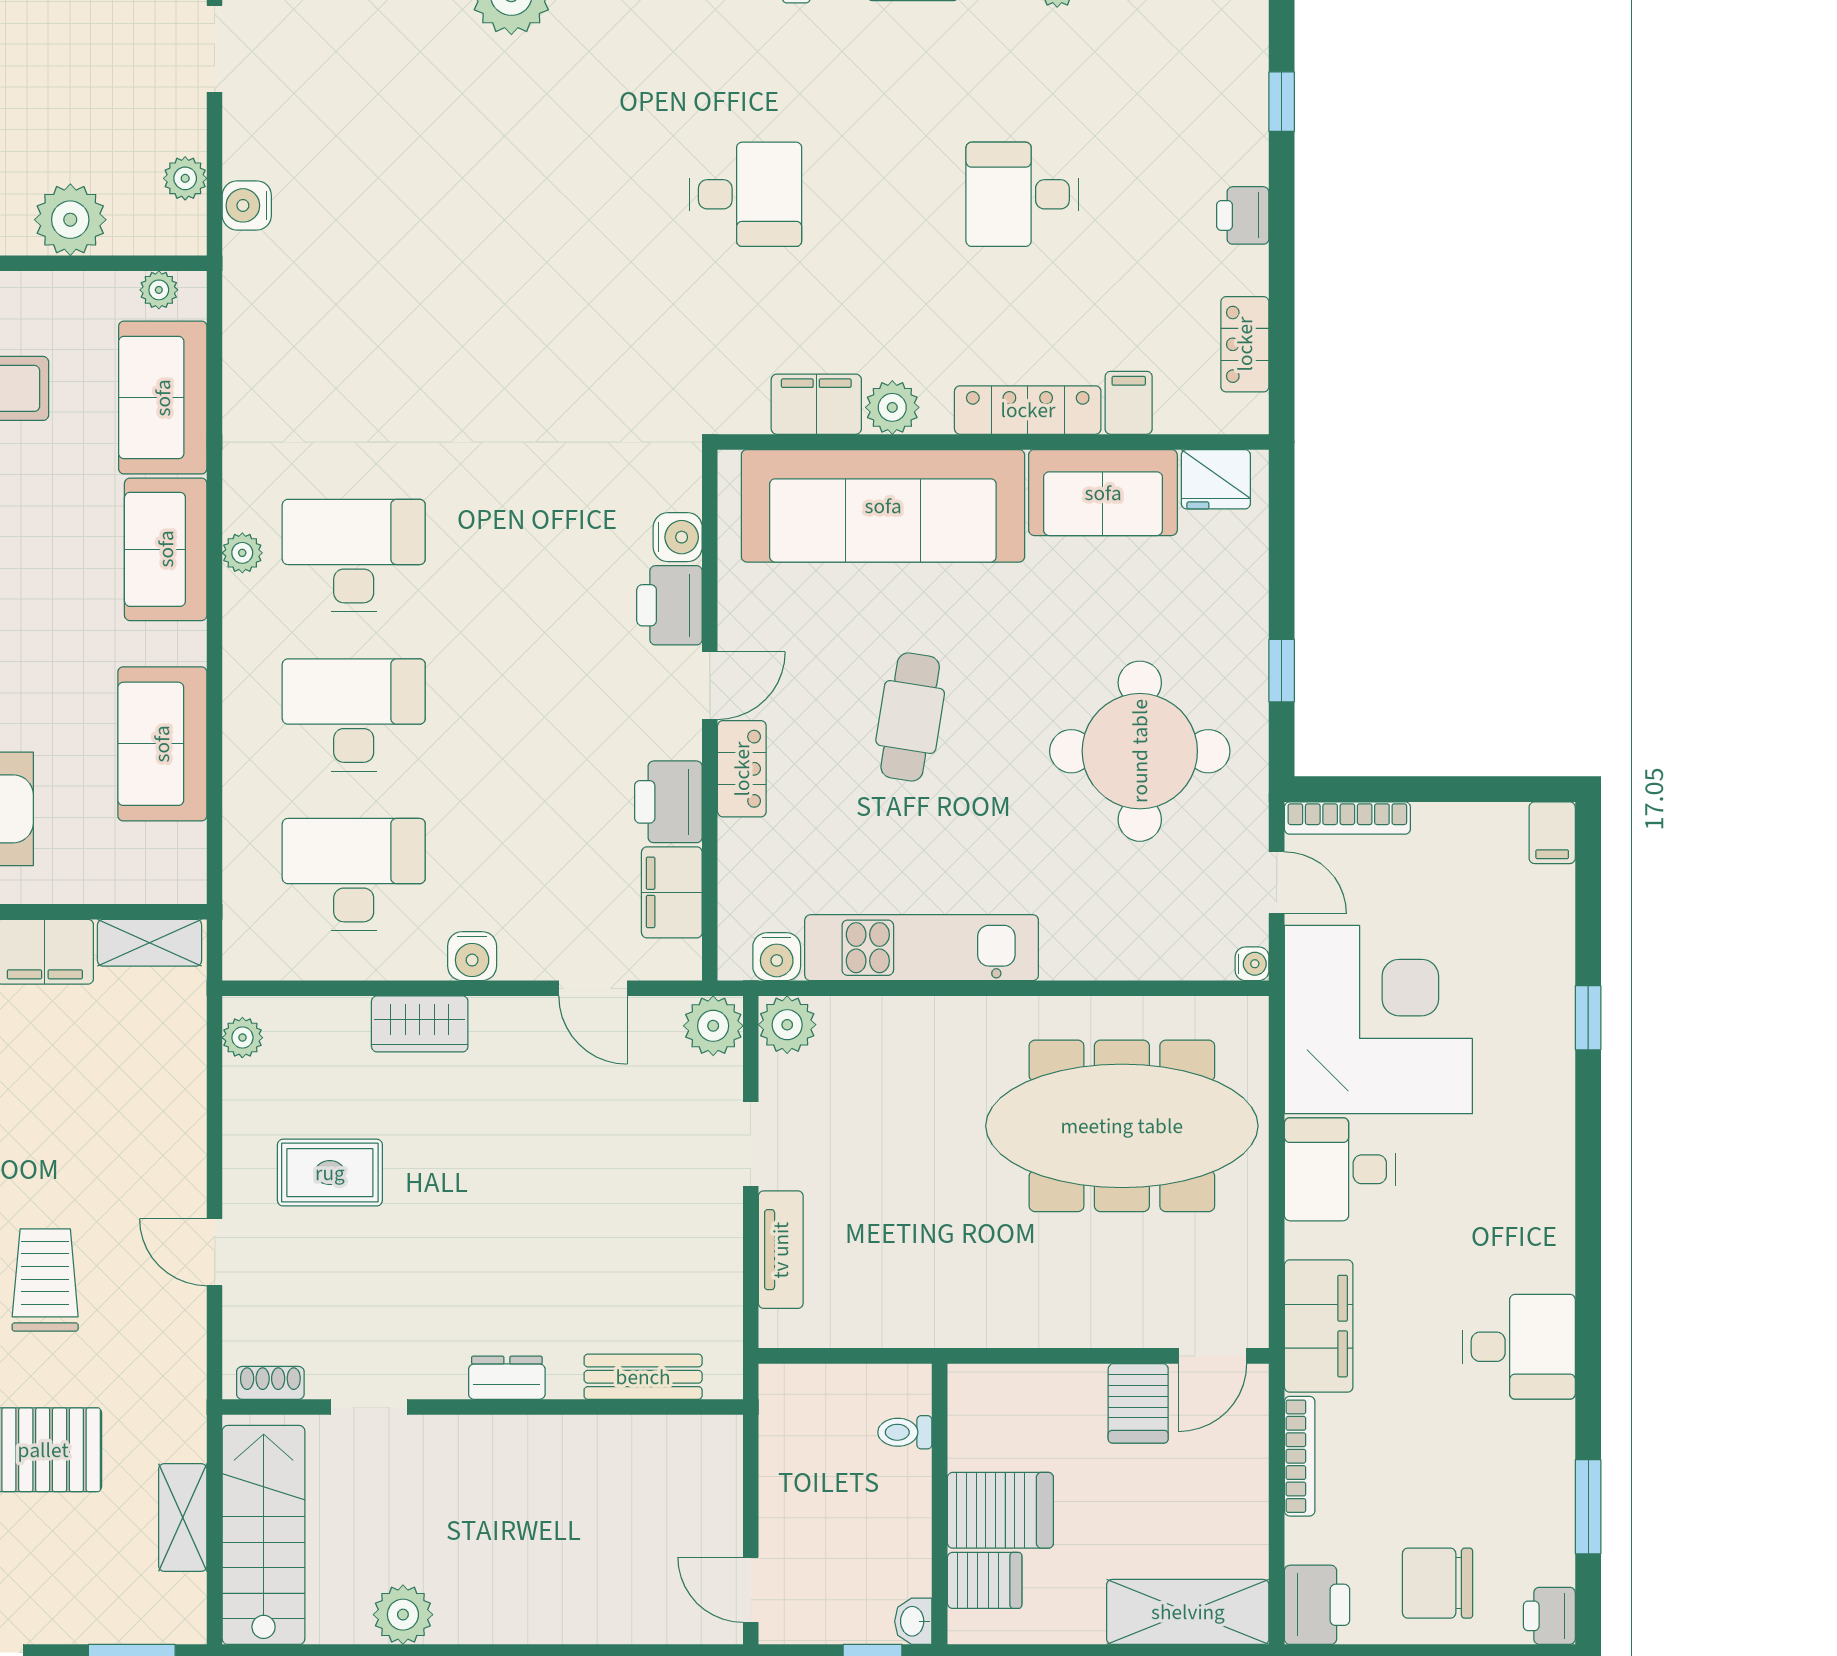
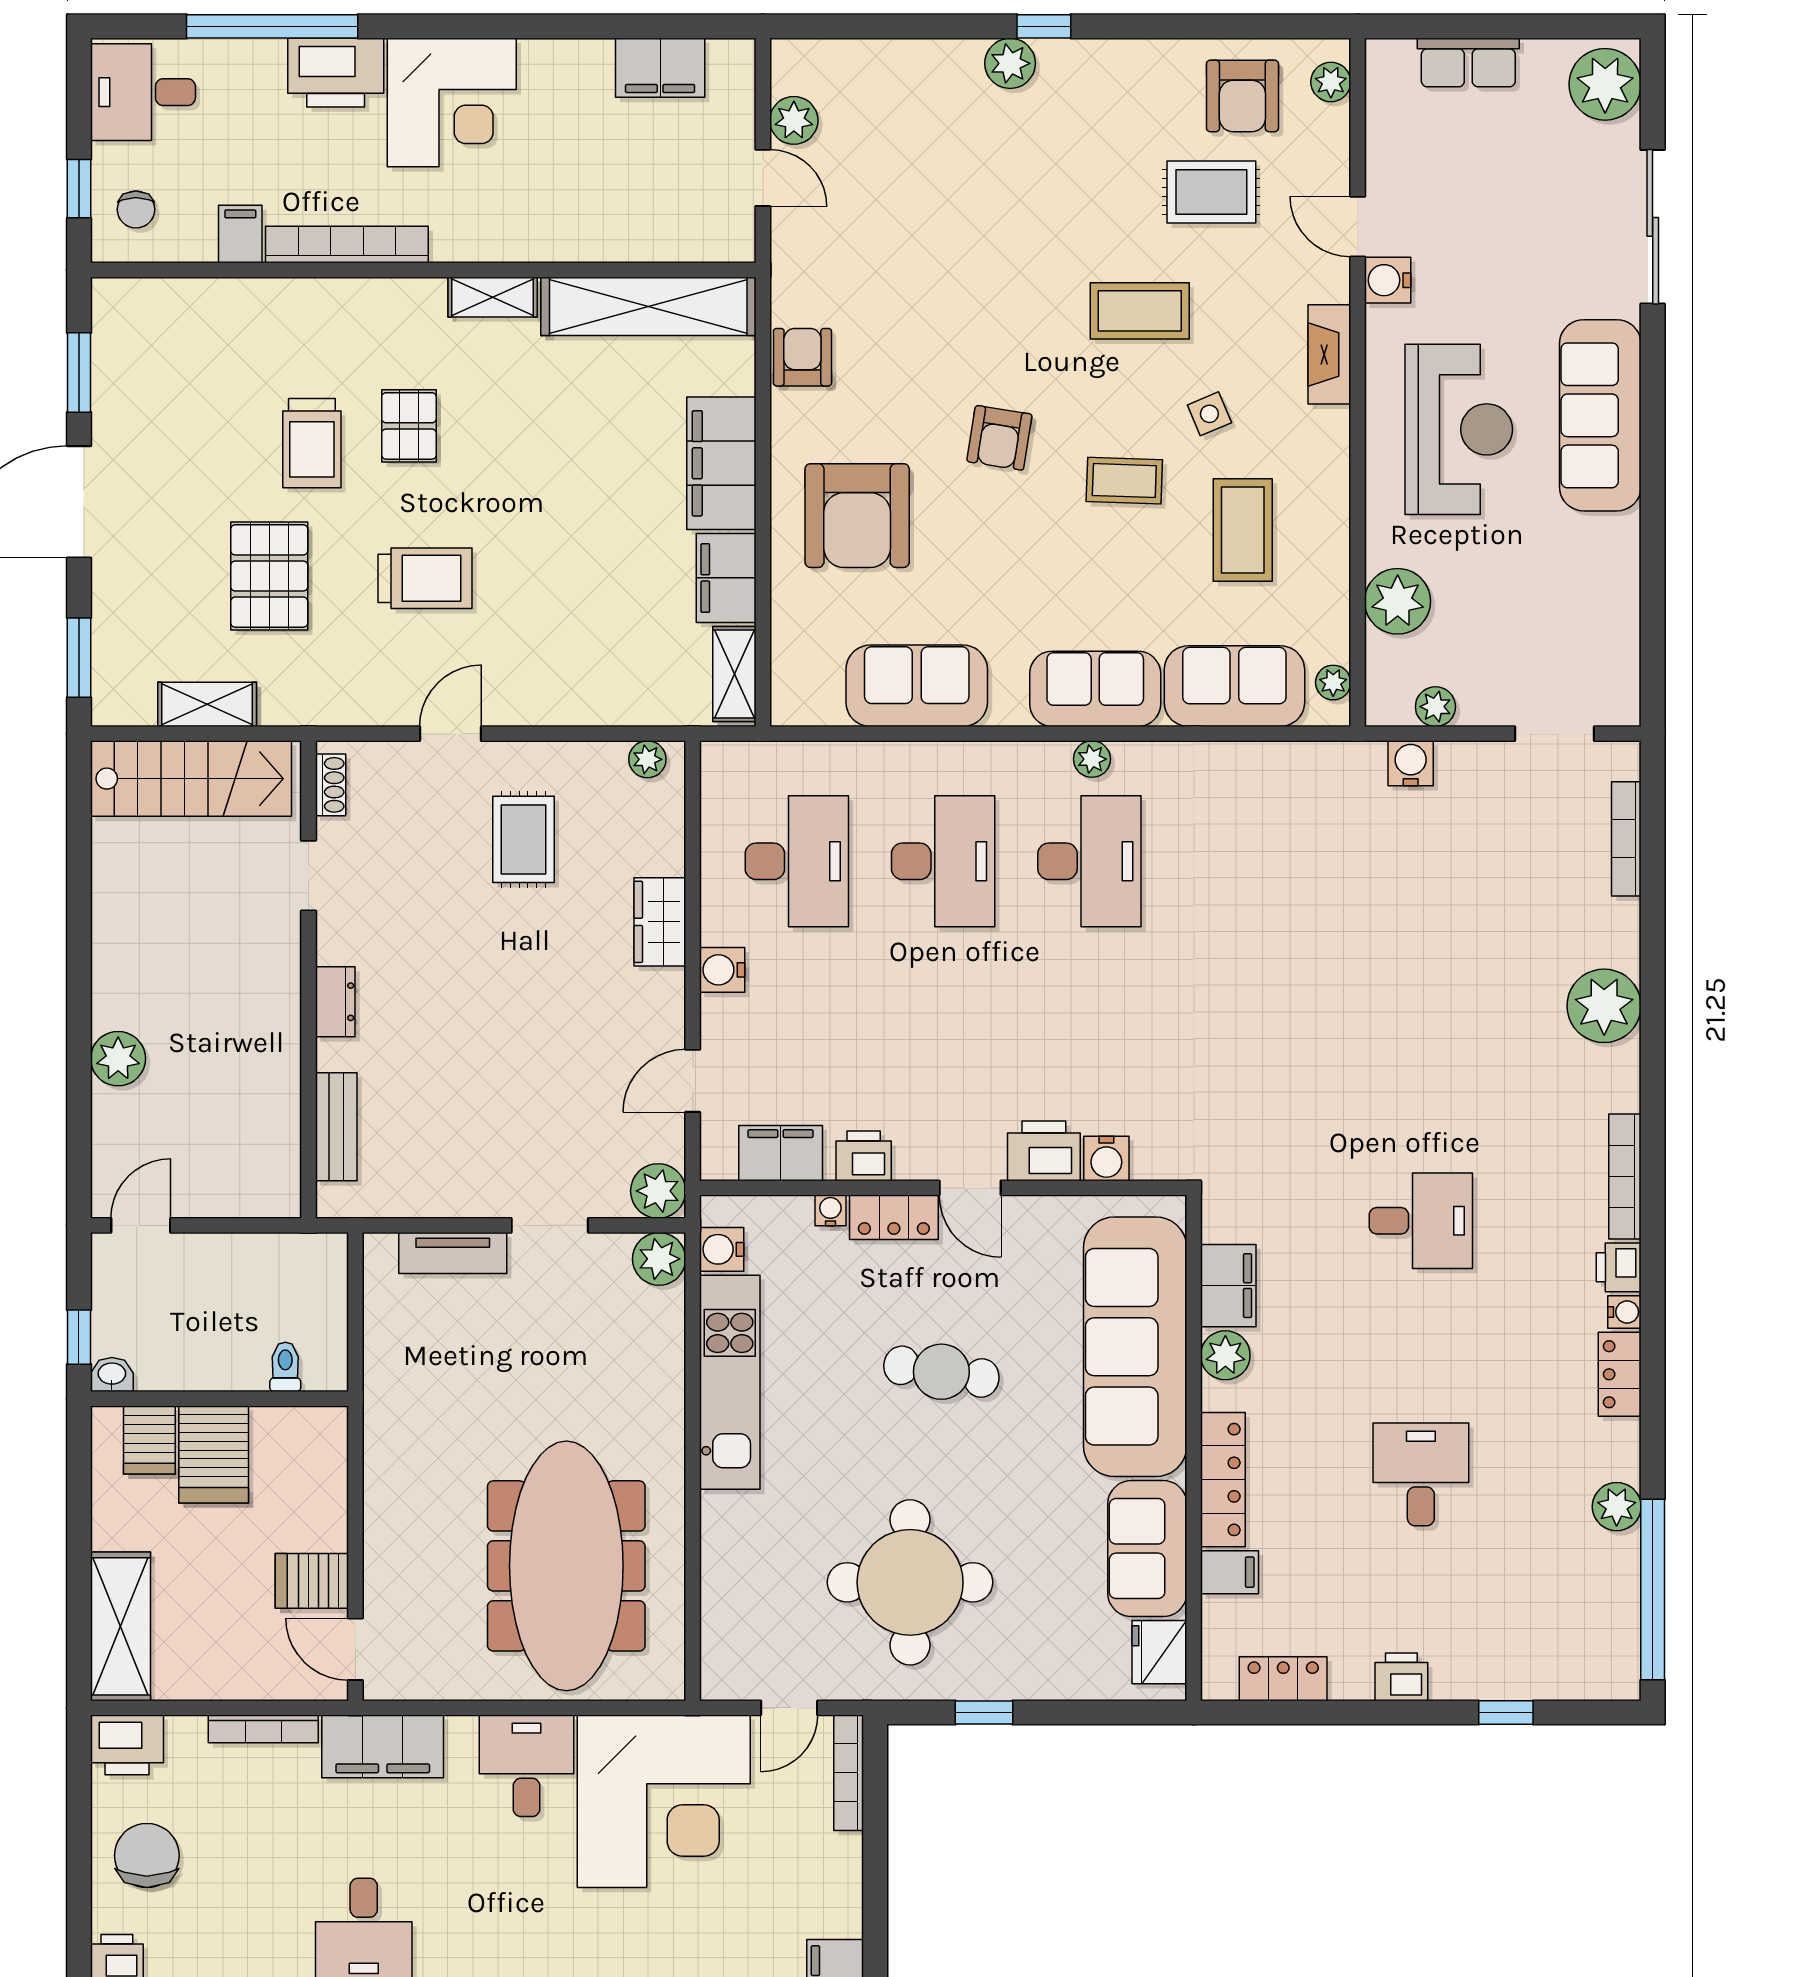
desk: (746, 194) -> (1421, 1221), turned -90
printer: (668, 802) -> (864, 1156), width x0.73, depth x0.81
water cooler: (1252, 964) -> (830, 1210), moved, turned 180
plant: (403, 1615) -> (118, 1059), moved

